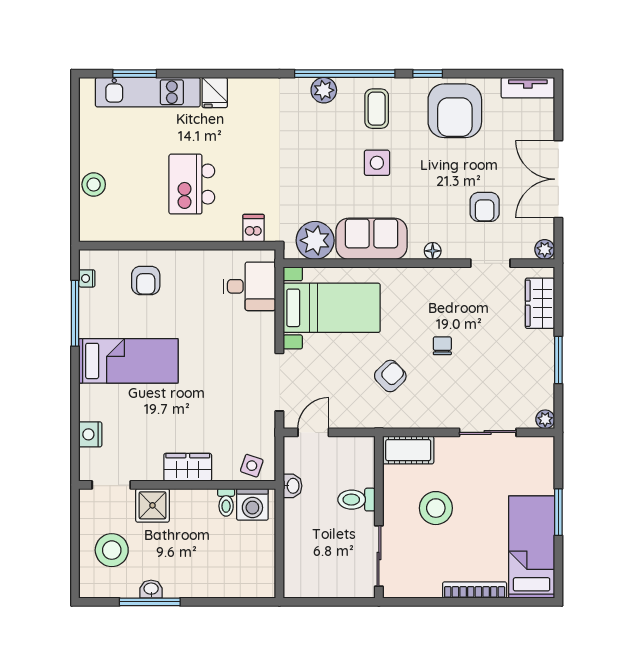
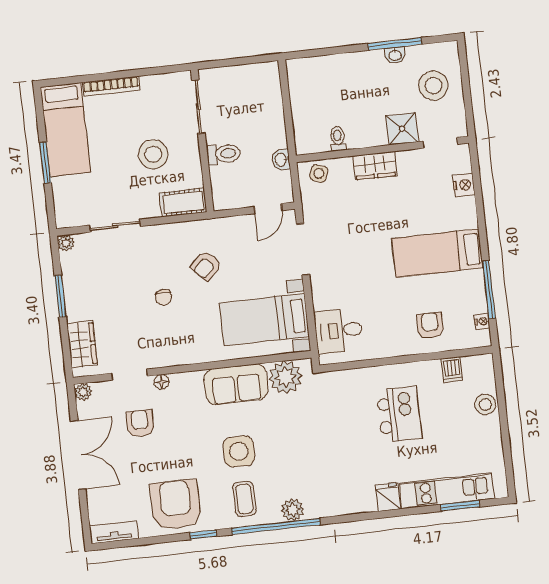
side table: (377, 163) -> (239, 451), width x1.37, depth x1.37
dishwasher: (253, 228) -> (452, 370), moved
floor lamp: (433, 251) -> (161, 382), moved
washing machine: (252, 504) -> (314, 139), removed

